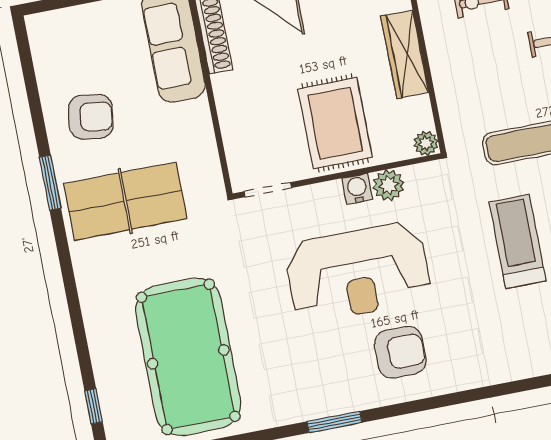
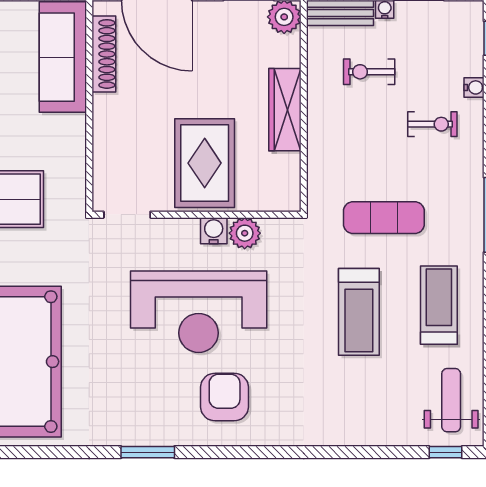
plant: (426, 143) -> (289, 200), removed
treadmill: (518, 241) -> (359, 312), turned 180
armchair: (400, 352) -> (225, 397), turned -90

